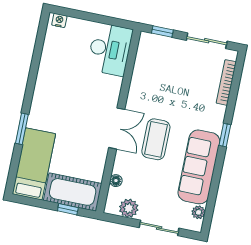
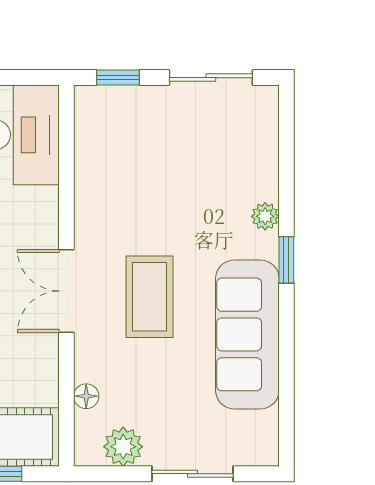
bookcase: (226, 82) -> (267, 153), removed
double door: (117, 128) -> (66, 291), swing flipped
plant: (198, 212) -> (265, 216), moved

